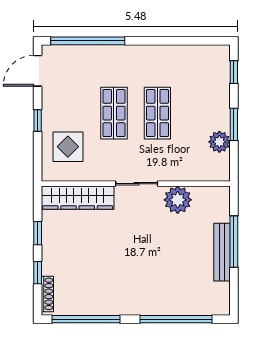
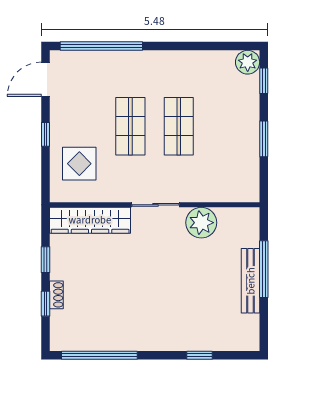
plant: (219, 142) -> (248, 62), moved
shoe rack: (47, 294) -> (56, 295), moved, width x0.70
window: (176, 319) -> (199, 355), width x0.32

